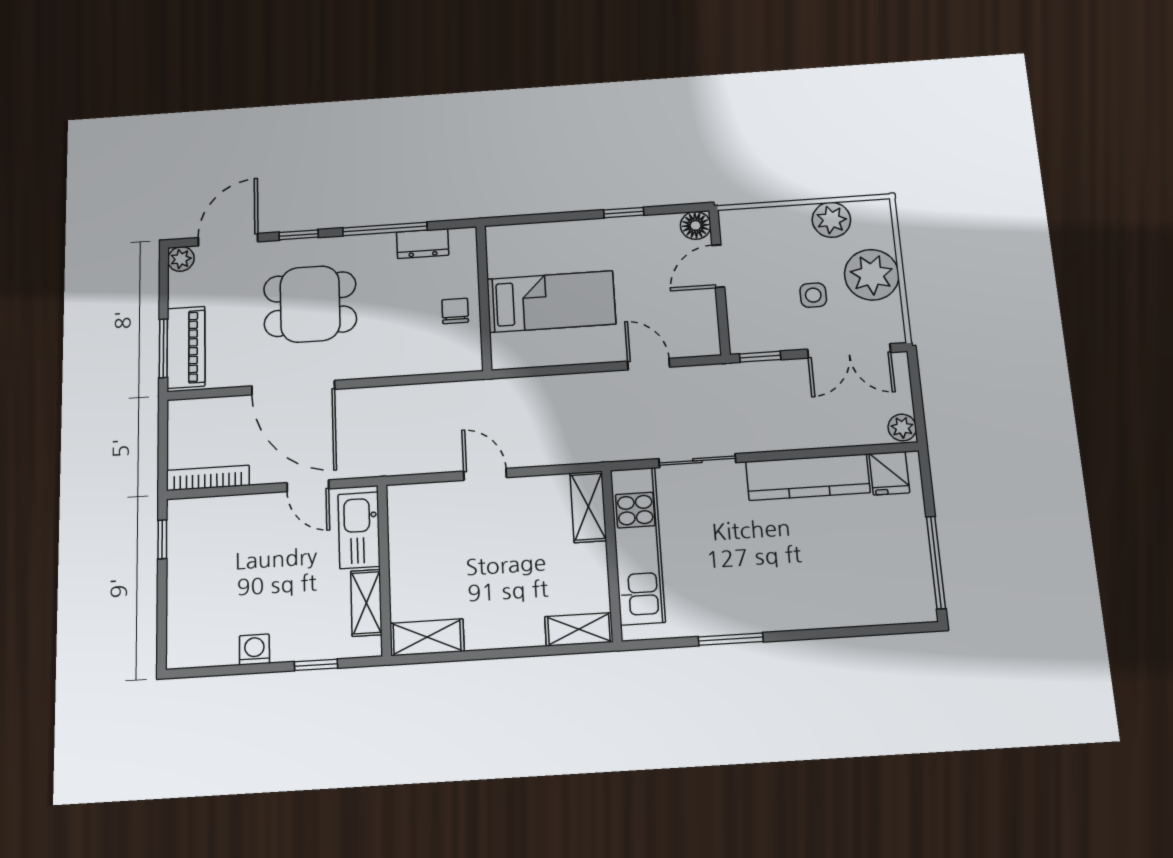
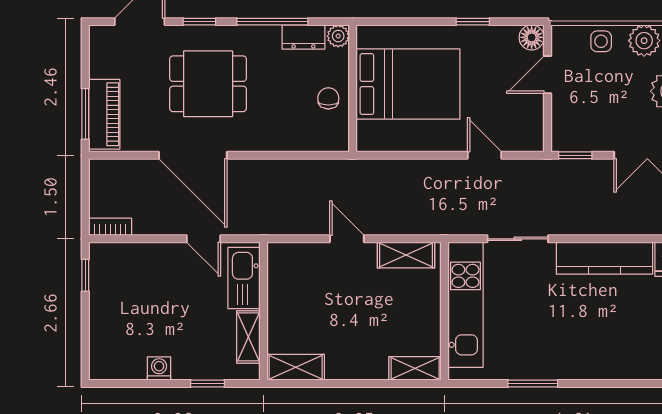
plant: (181, 259) -> (338, 36), moved
side table: (813, 295) -> (601, 41), moved
bed: (551, 302) -> (408, 84), width x1.50
bookcase: (208, 478) -> (110, 227), width x0.64
shelving: (588, 507) -> (406, 255), moved, turned 90

